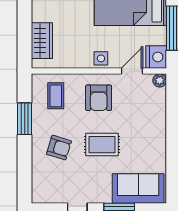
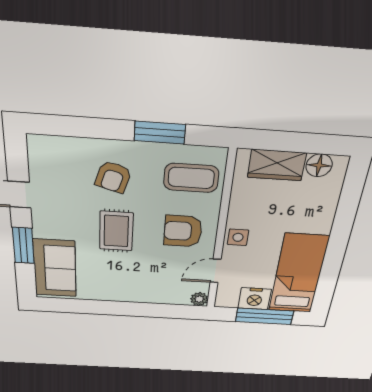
floor lamp: (40, 13) -> (319, 165), added
nightstand: (156, 57) -> (255, 299), moved
door: (132, 71) -> (216, 271), swing flipped
coffee table: (56, 96) -> (191, 178), width x1.36, depth x1.30

